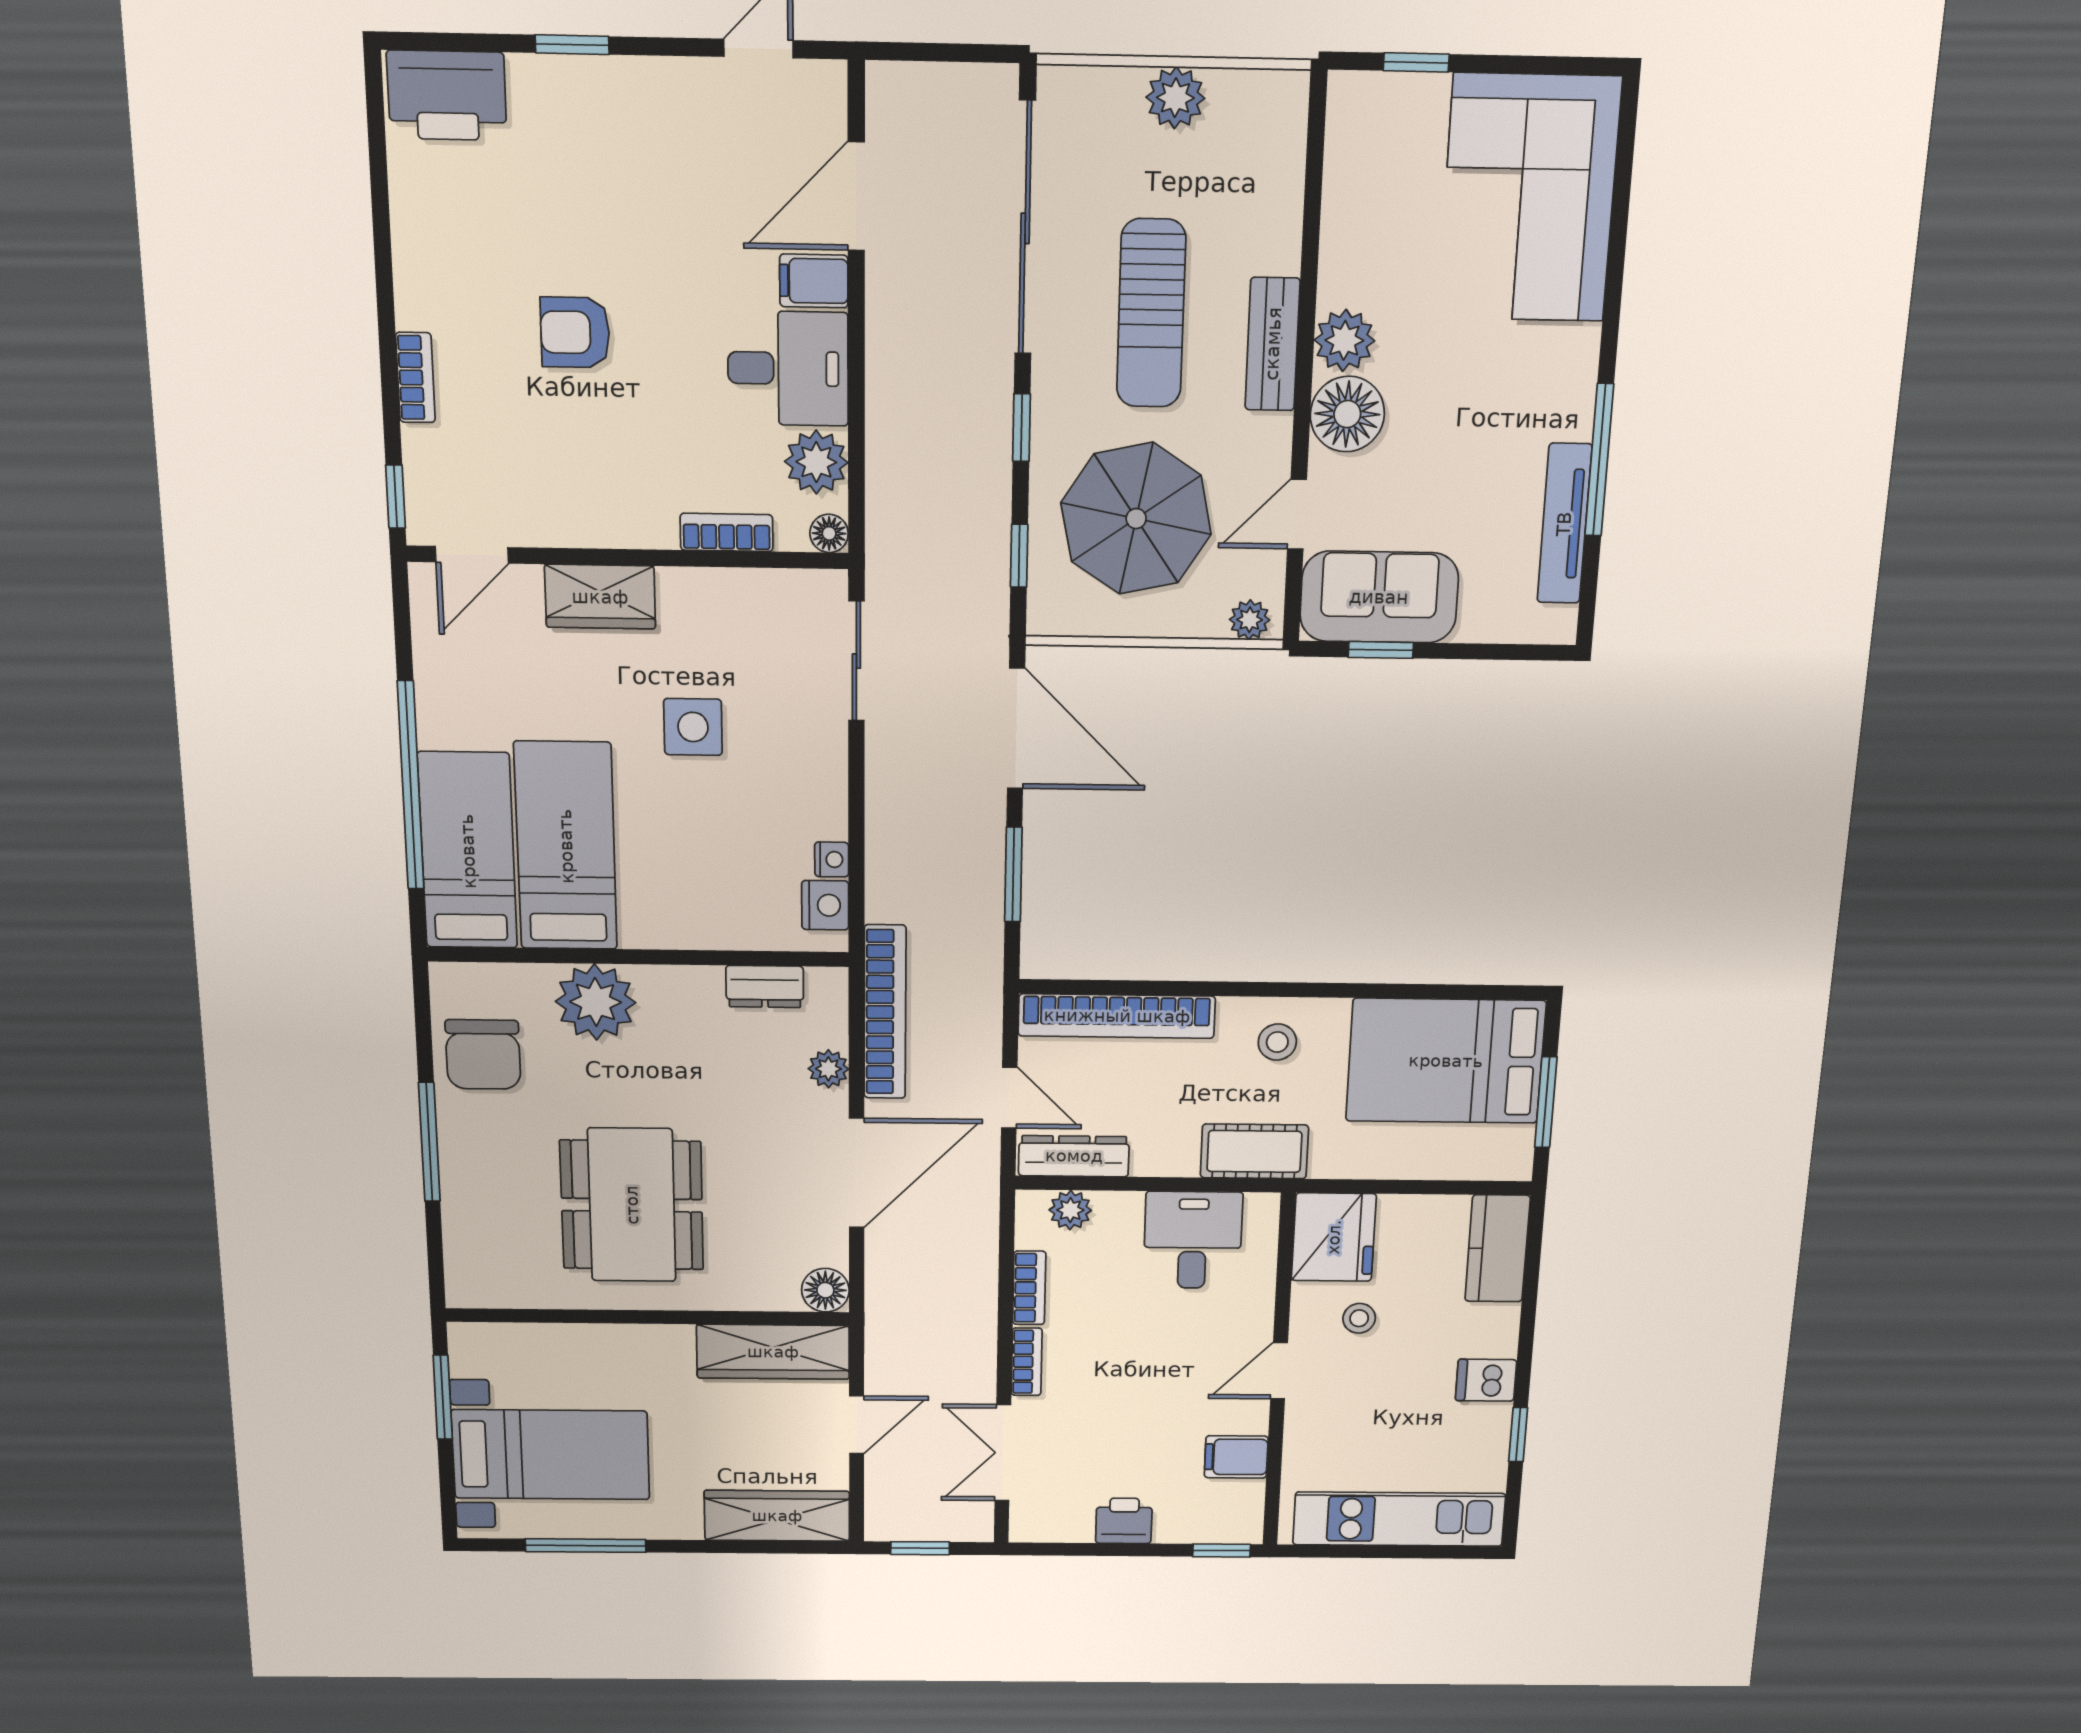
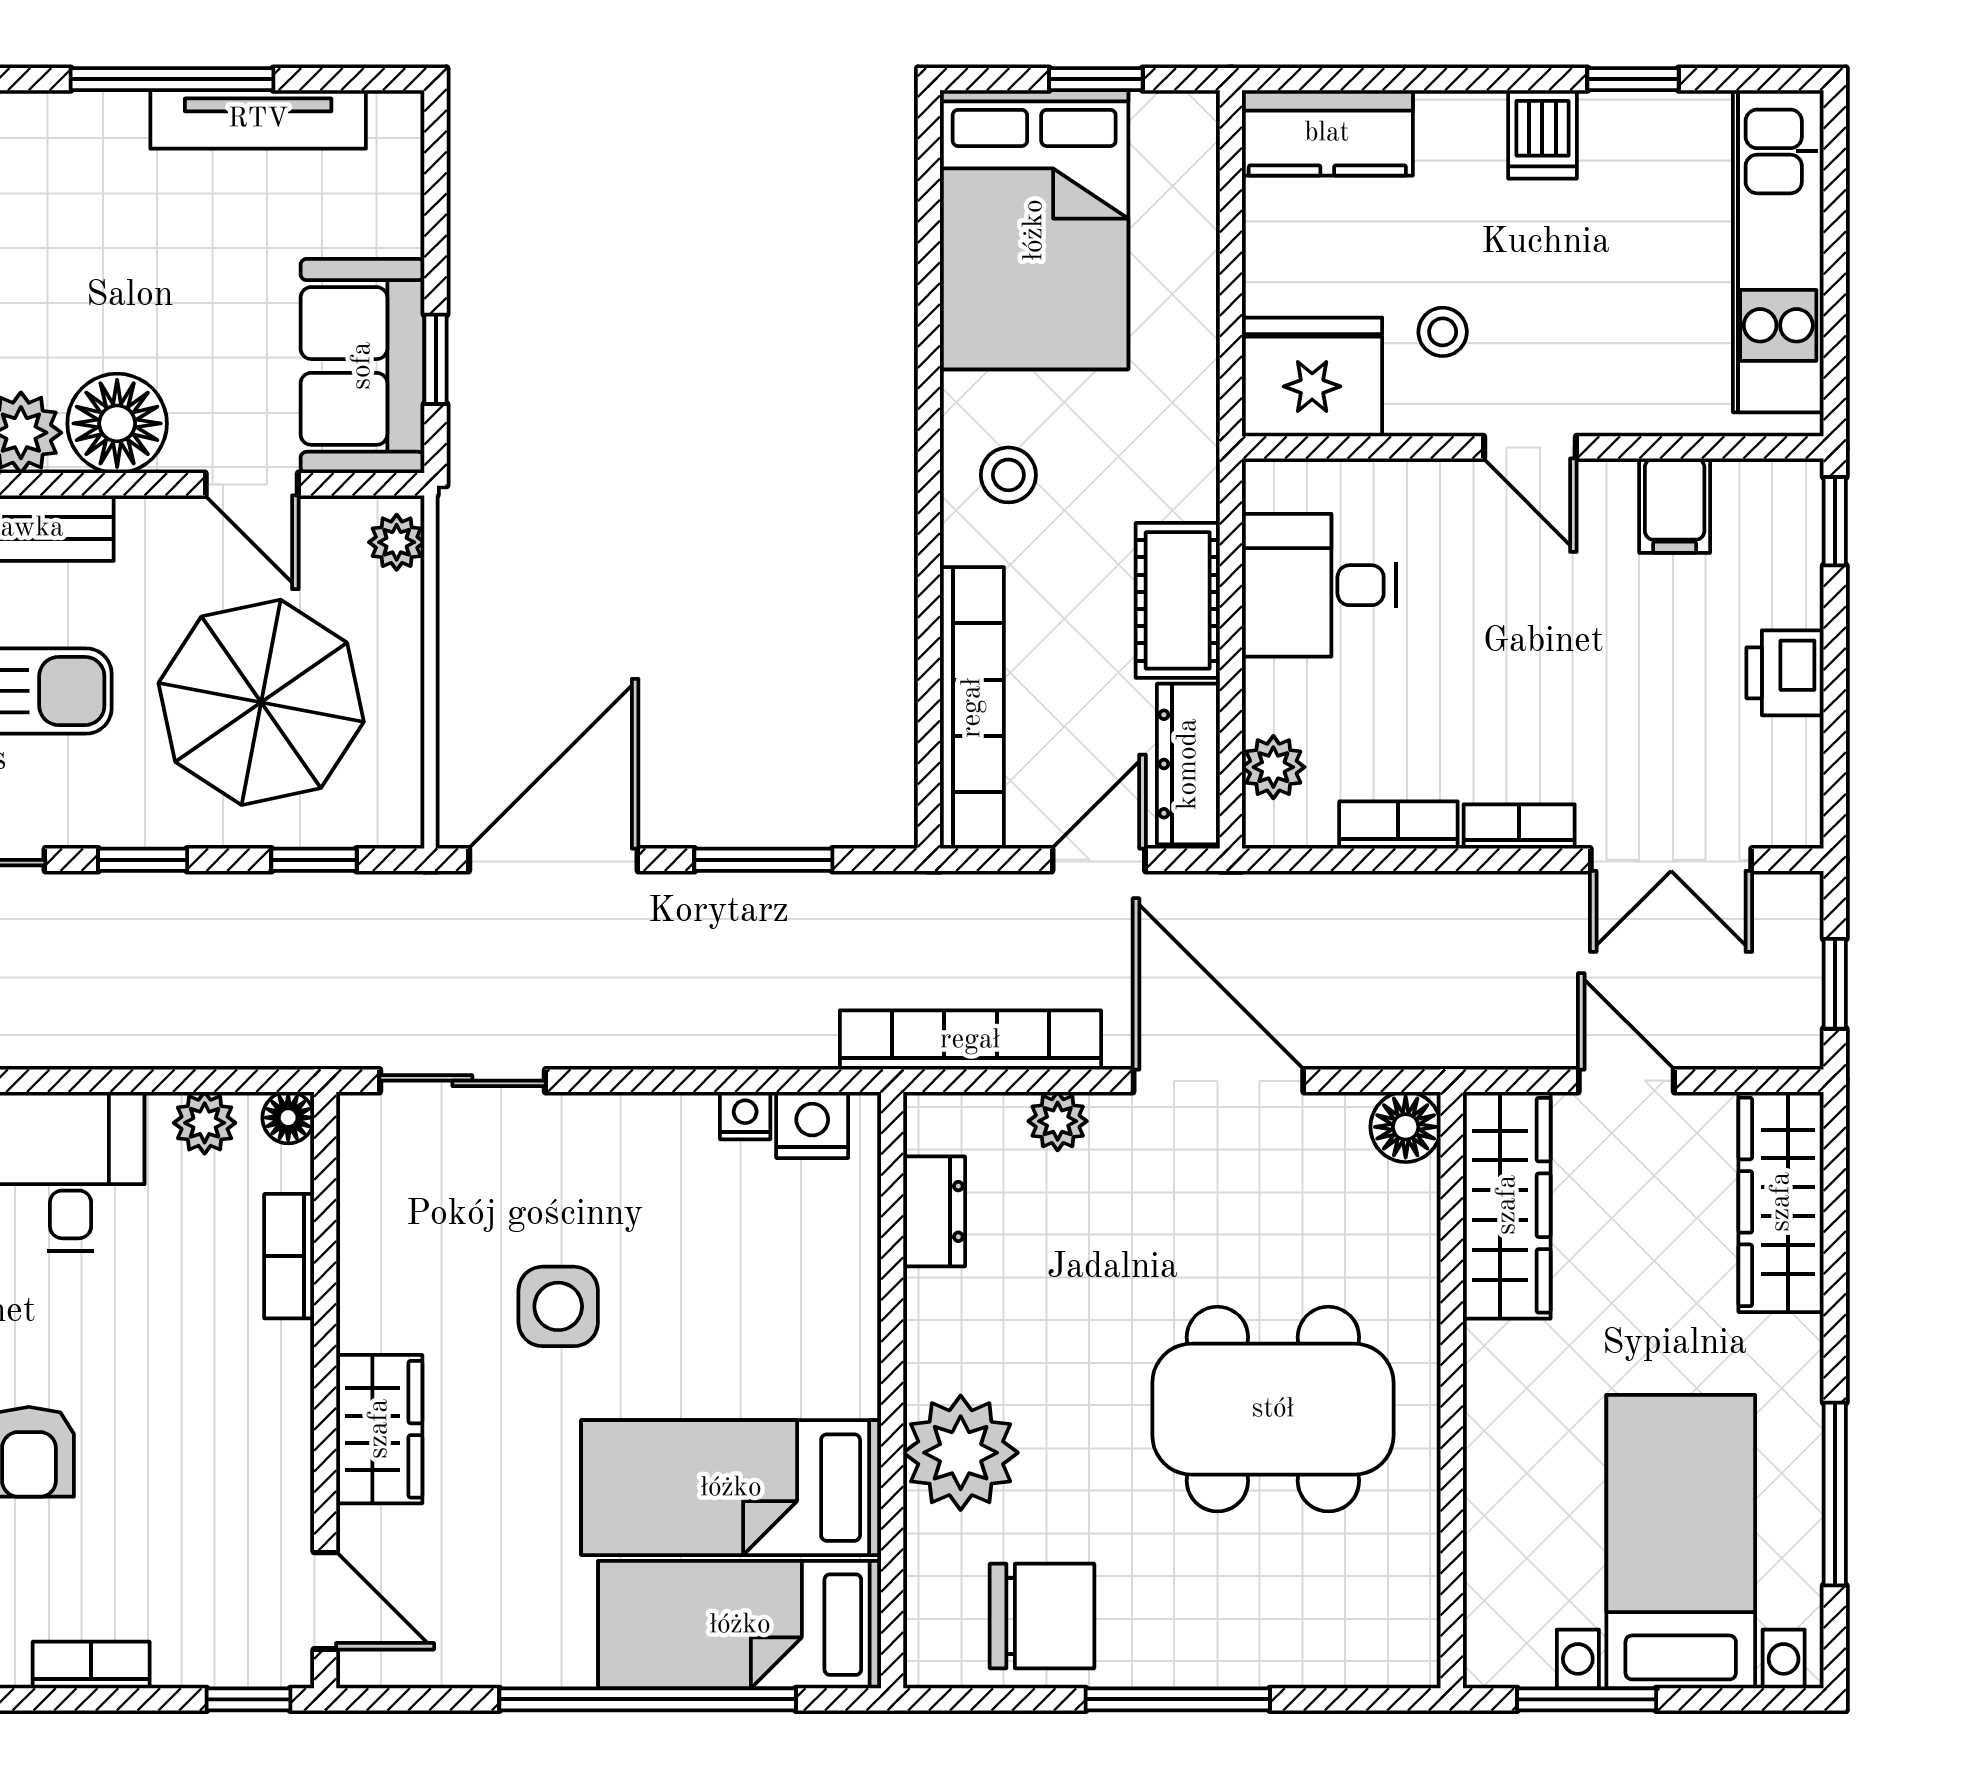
plant: (816, 462) -> (205, 1123), width x0.73, depth x0.73
window: (1546, 1102) -> (1096, 79), width x0.67
cot: (1254, 1151) -> (1178, 600), moved

